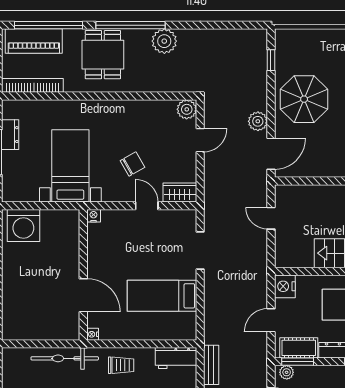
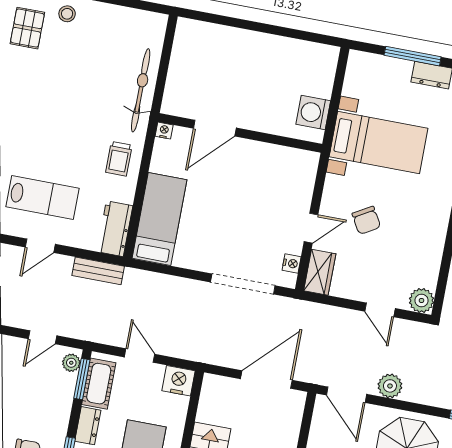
nightstand: (94, 216) -> (292, 263), moved
door: (271, 218) -> (266, 380), width x1.87
washing machine: (23, 225) -> (313, 113), moved, width x0.73, depth x0.73
doorway: (200, 251) -> (243, 284), width x1.36
bed: (162, 296) -> (160, 219), moved

